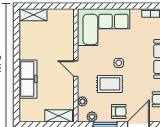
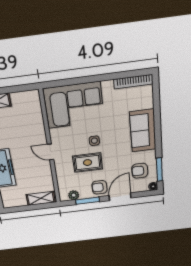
plant: (82, 101) -> (62, 182), removed
armchair: (119, 112) -> (99, 187), turned 180

